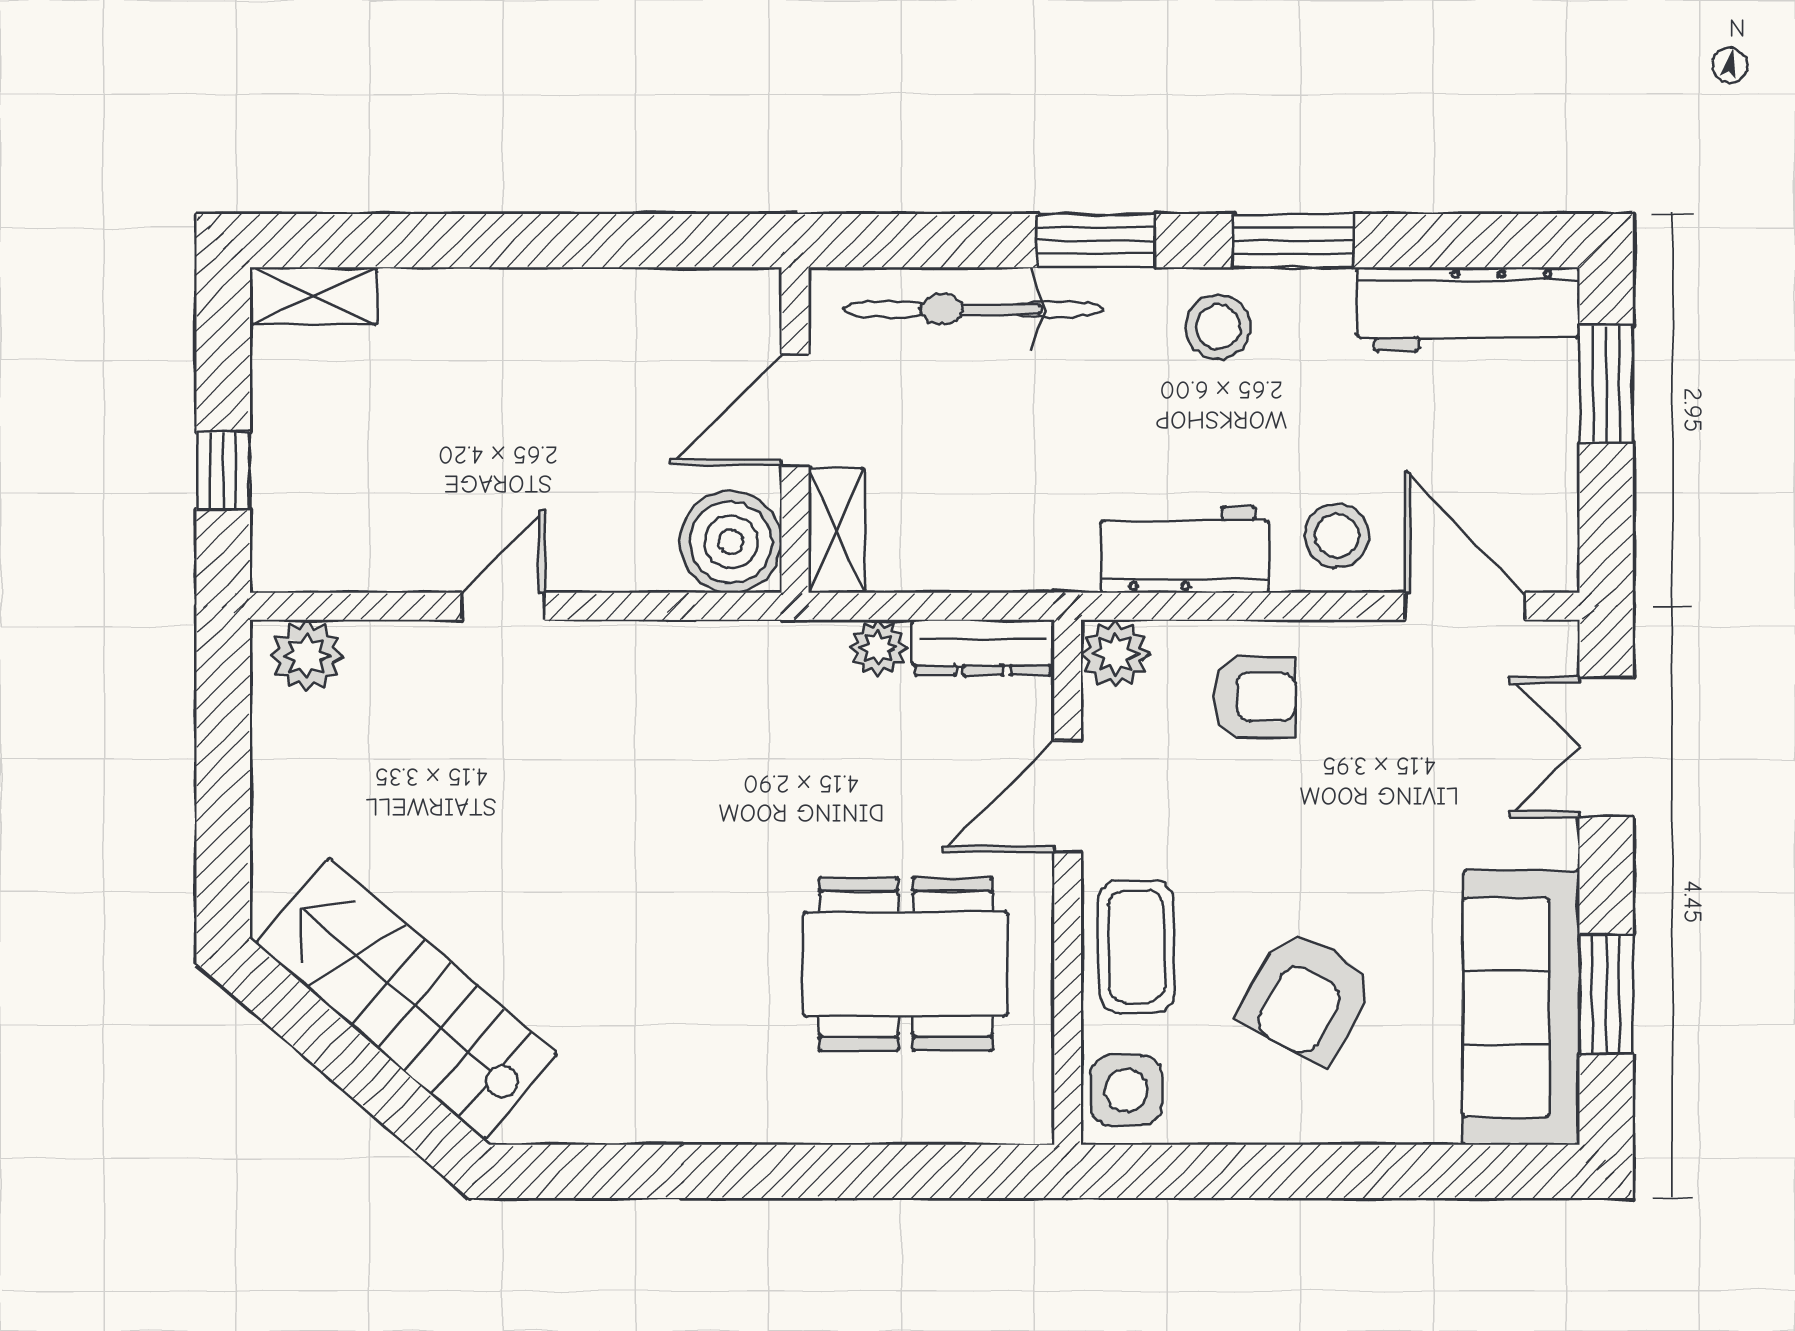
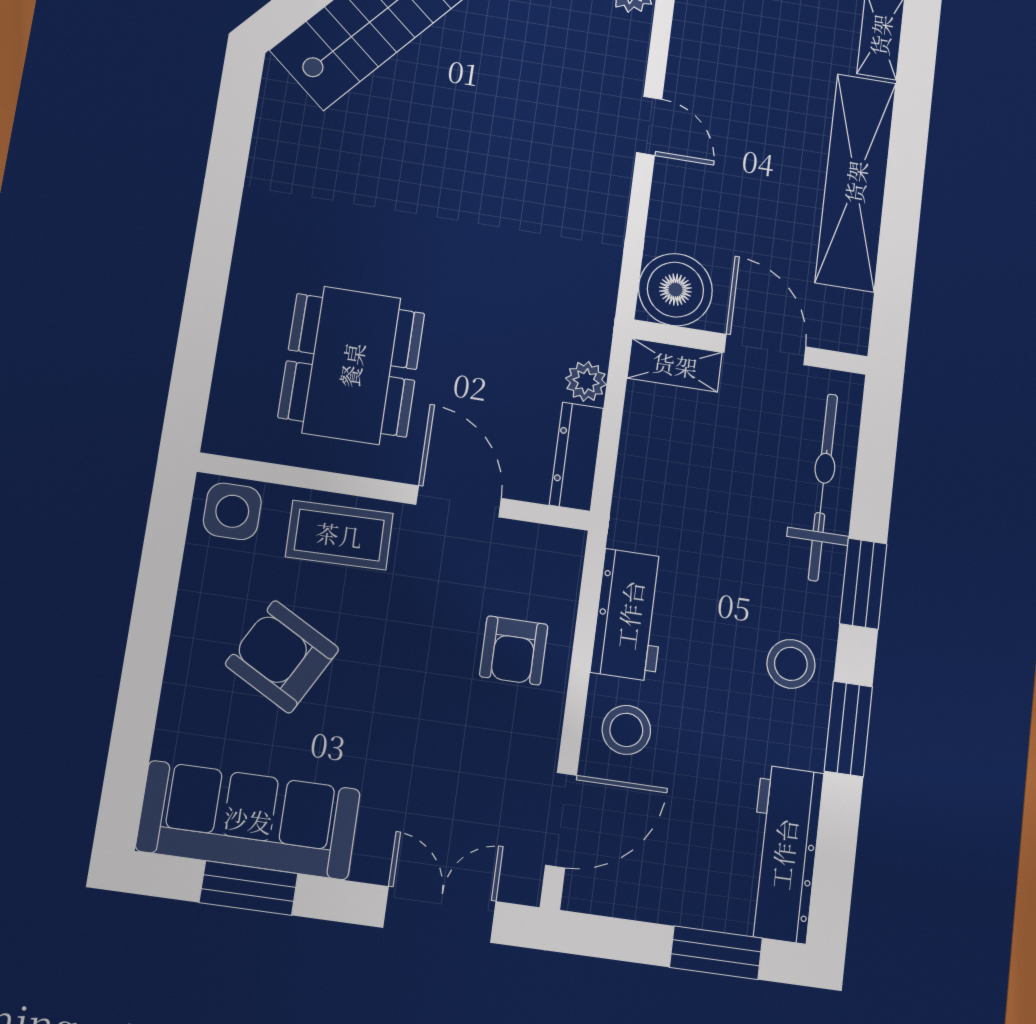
shelving: (536, 309) -> (856, 182), added
plant: (1115, 654) -> (559, 552), removed

